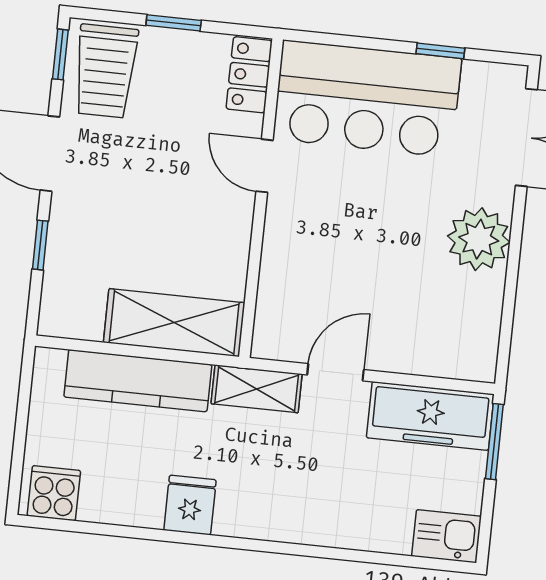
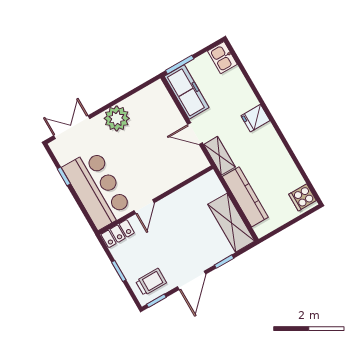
trolley: (105, 71) -> (151, 282), width x0.73, depth x0.72
shelving: (174, 323) -> (231, 223), moved
fridge: (190, 505) -> (255, 118), moved

